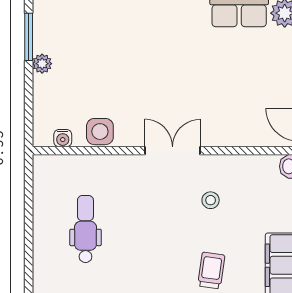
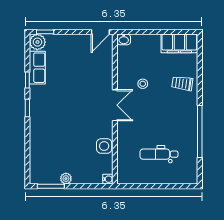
water cooler: (63, 138) -> (108, 179), moved
double door: (173, 151) -> (115, 105), swing flipped

